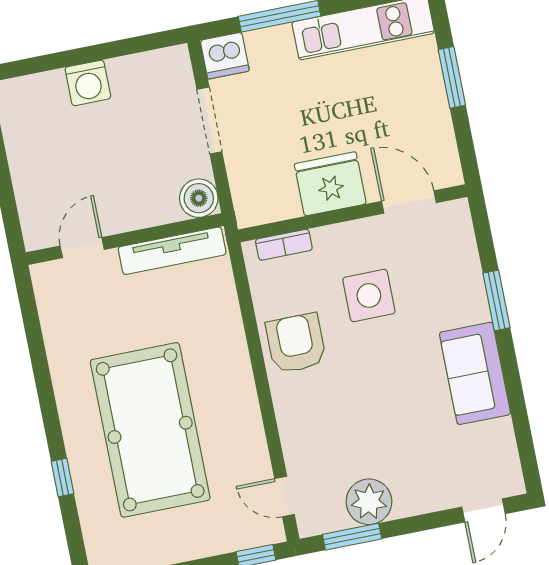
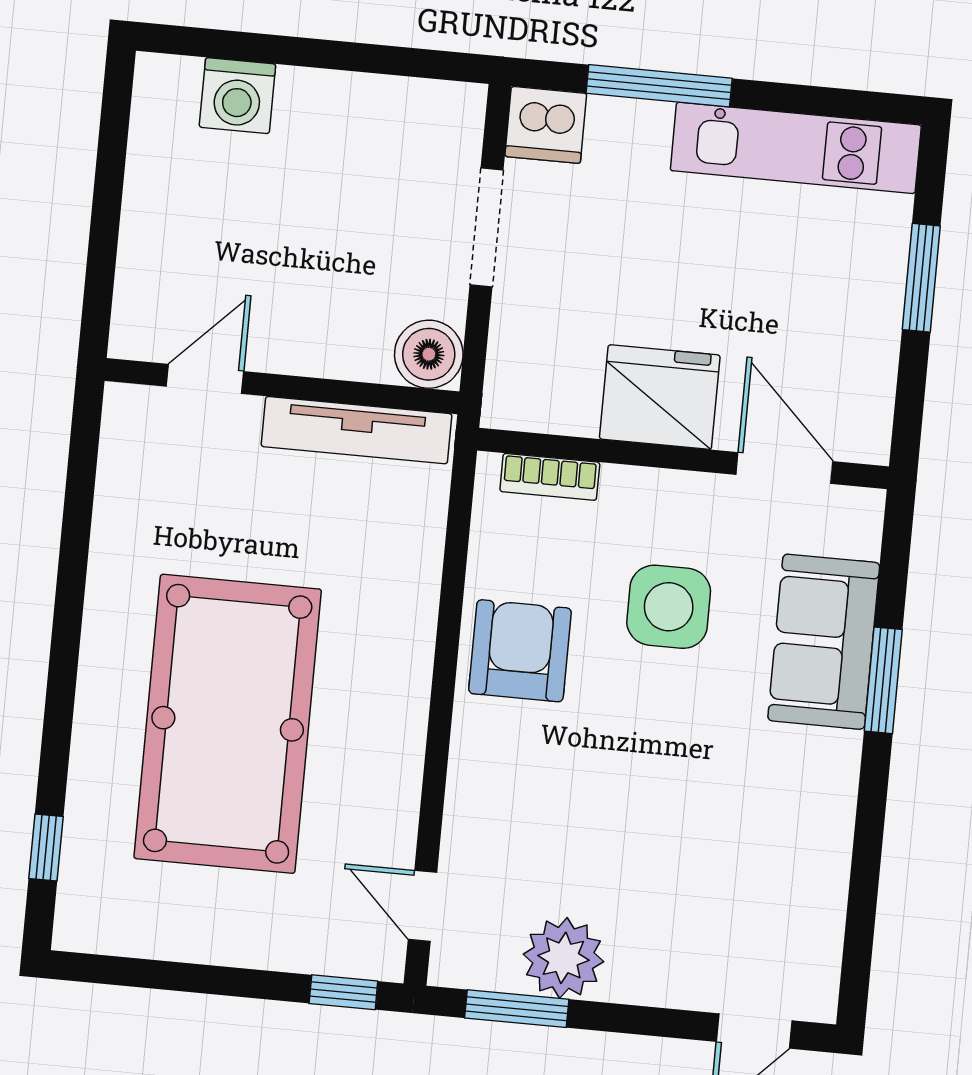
washing machine: (88, 83) -> (237, 96), moved
sofa: (475, 373) -> (824, 642), moved
window: (63, 478) -> (46, 848), moved

